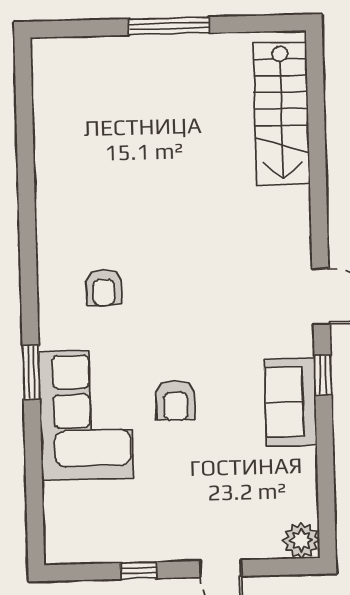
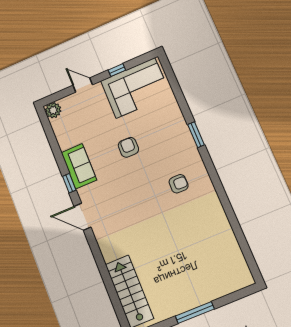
armchair: (104, 287) -> (179, 184), turned 90
corner sofa: (86, 415) -> (135, 88), moved, turned -90

